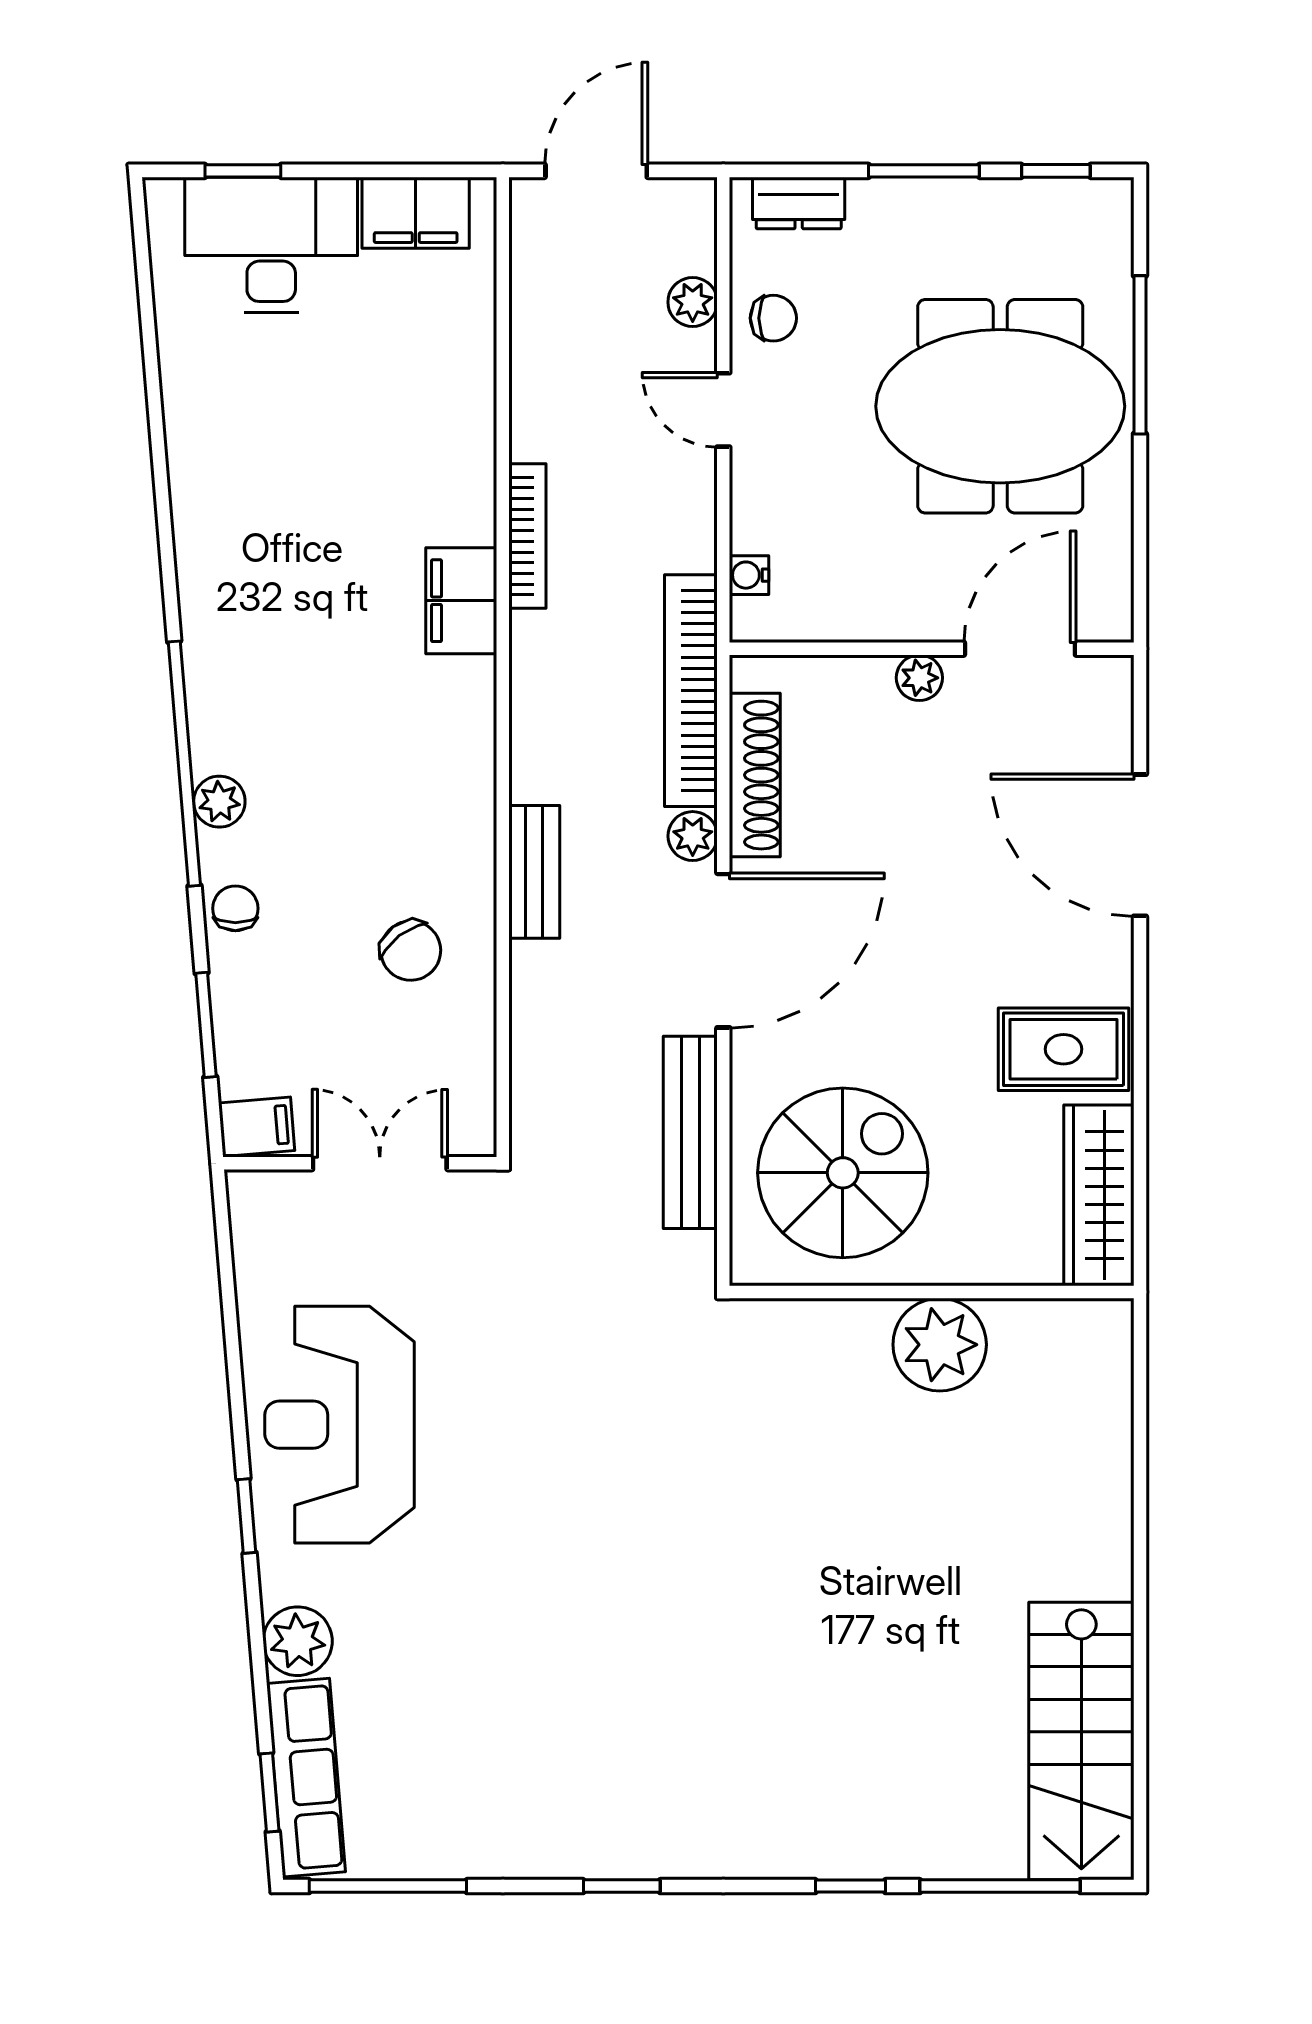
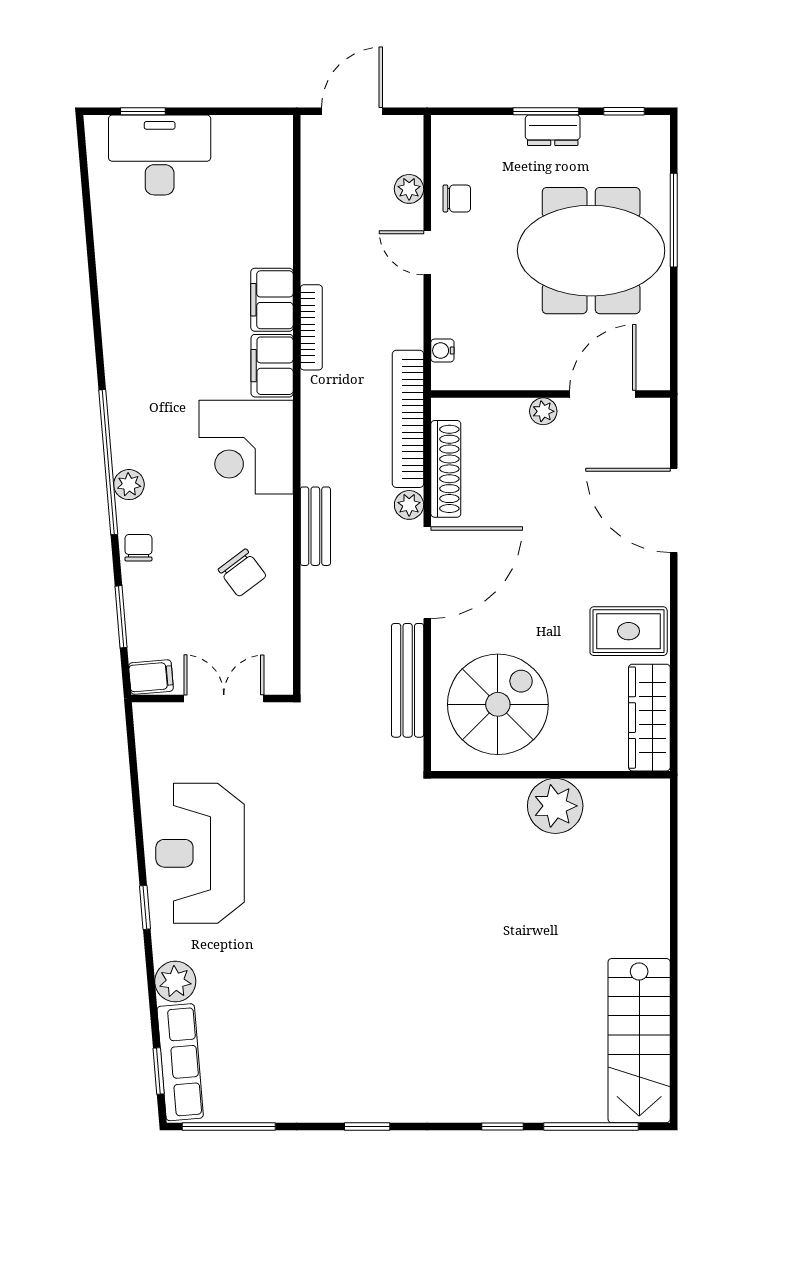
dresser: (799, 203) -> (553, 130), moved
filing cabinet: (416, 213) -> (272, 300), moved, turned 90
corner desk: (417, 738) -> (246, 447), added

